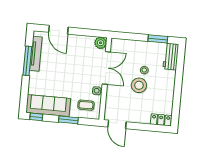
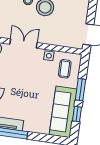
double door: (106, 68) -> (23, 43), width x0.73
window: (36, 117) -> (77, 114), moved

